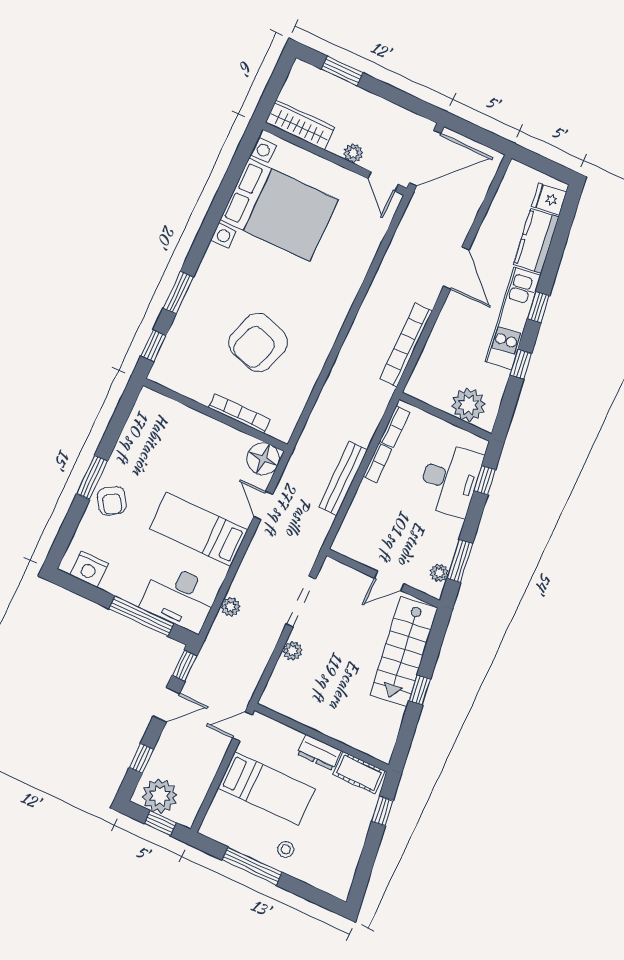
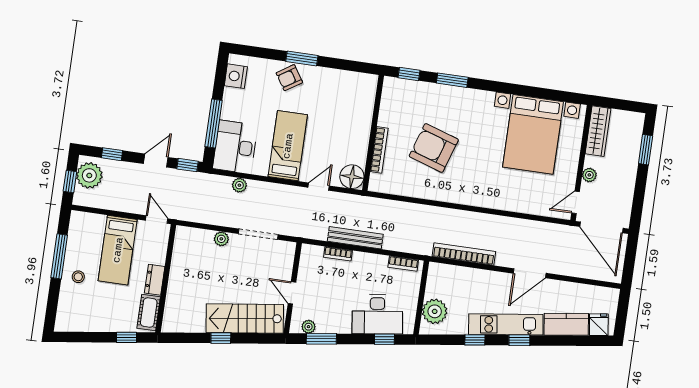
bookcase: (378, 463) -> (338, 254), moved
door: (166, 705) -> (156, 160), swing flipped

